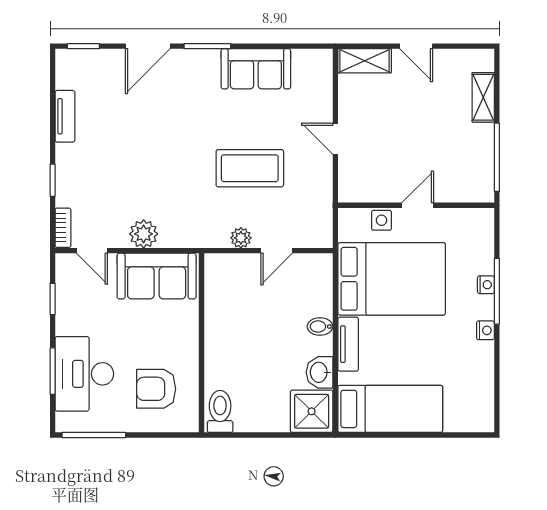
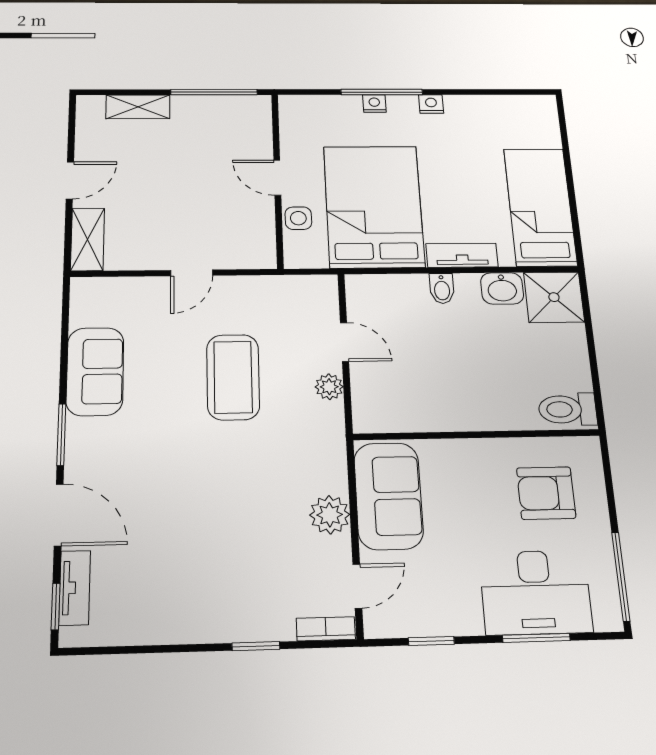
tv unit: (65, 116) -> (75, 588), moved, turned 90
armchair: (156, 389) -> (546, 493), turned 90

